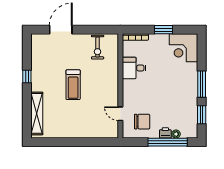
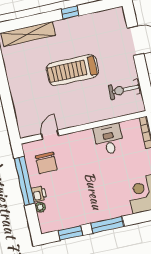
treadmill: (73, 85) -> (72, 70), width x1.37, depth x1.38
window: (168, 142) -> (24, 181), moved

